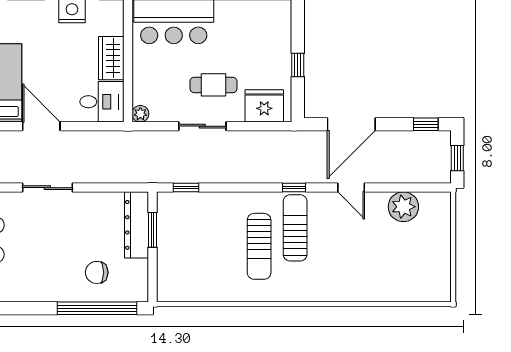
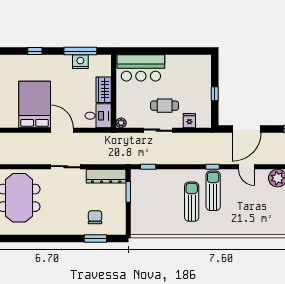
fridge: (264, 106) -> (189, 121), width x0.53, depth x0.75
dresser: (137, 225) -> (106, 176), moved, turned -90
sun lounger: (259, 246) -> (192, 202), turned 180
chair: (97, 272) -> (95, 217), turned 90
window: (97, 308) -> (95, 239), width x0.47

